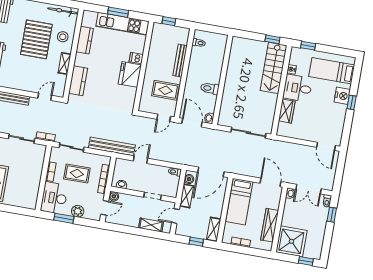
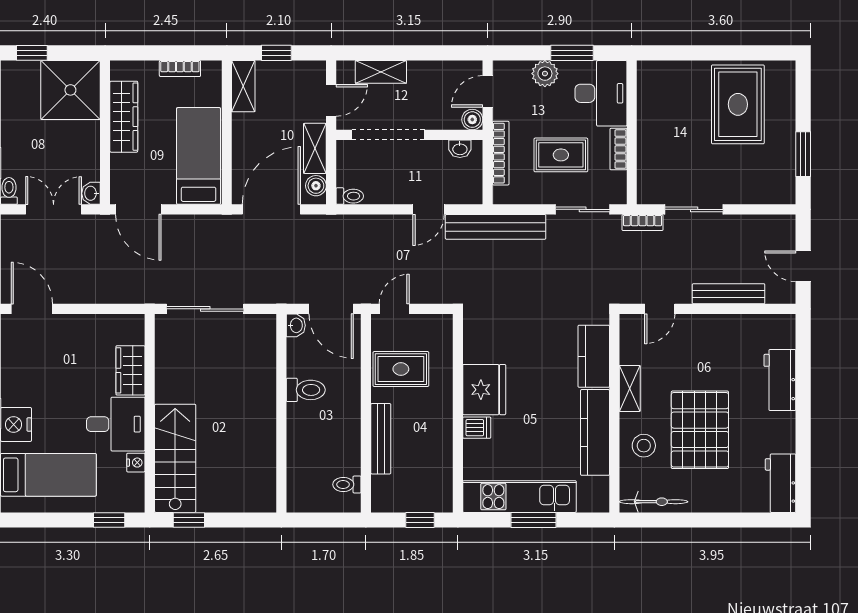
kitchen counter: (85, 40) -> (595, 432), width x1.50
doorway: (153, 196) -> (388, 135), width x1.87

